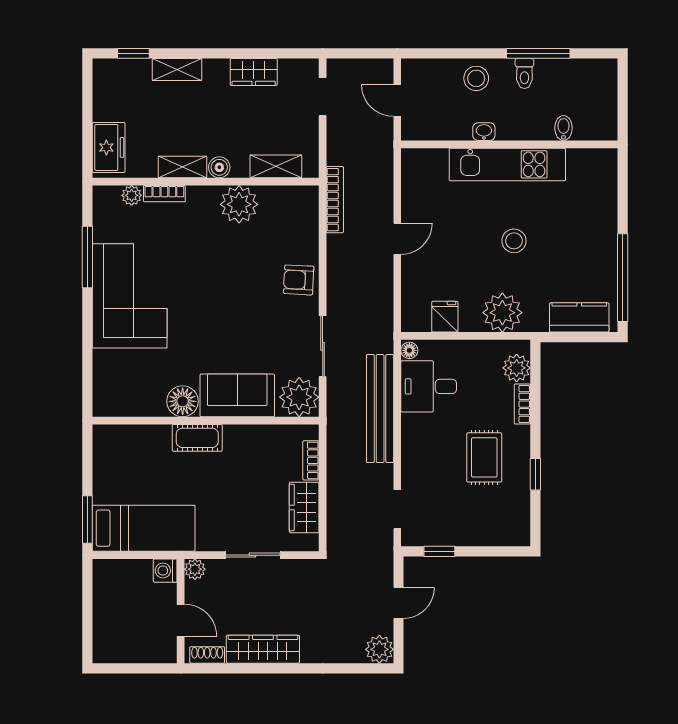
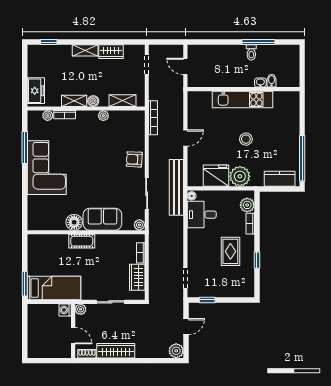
shelving: (177, 70) -> (85, 50), moved
stool: (476, 78) -> (226, 55), removed
washbasin: (484, 132) -> (260, 83), moved
plant: (239, 204) -> (103, 116), width x0.53, depth x0.53
fridge: (445, 317) -> (216, 176), width x1.88, depth x1.34
plant: (299, 397) -> (139, 225), width x0.53, depth x0.53
bench: (380, 409) -> (176, 187), moved

